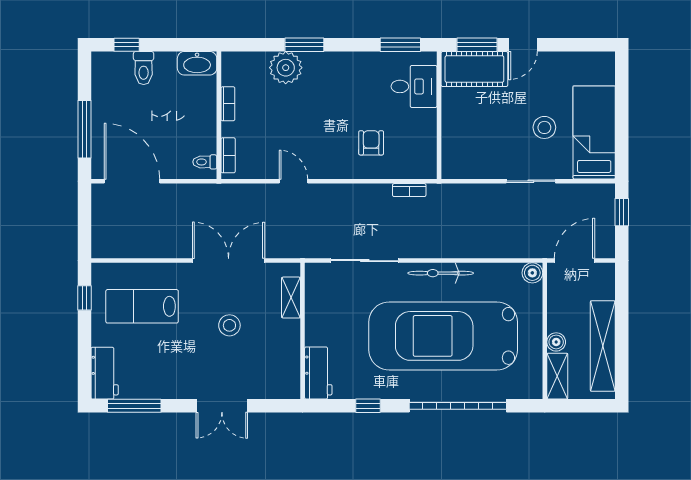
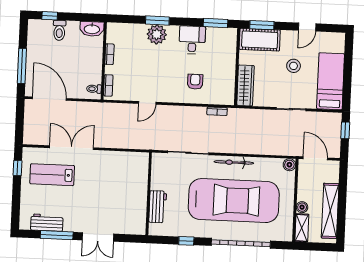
door: (523, 45) -> (307, 27), moved
plant: (286, 68) -> (157, 34), moved
desk: (414, 86) -> (192, 40), moved, turned -90
stool: (544, 127) -> (294, 66), moved
wardrobe: (454, 145) -> (245, 85), added
door: (293, 181) -> (147, 103), swing flipped
double door: (229, 261) -> (71, 148), moved
door: (575, 261) -> (315, 158), hinge flipped
shelving: (291, 298) -> (143, 173), removed
stool: (229, 325) -> (105, 188), removed
car: (443, 336) -> (234, 201), turned 180
workbench: (105, 373) -> (47, 223), moved, turned -90
workbench: (318, 373) -> (158, 207), moved
window: (134, 406) -> (57, 235), moved

